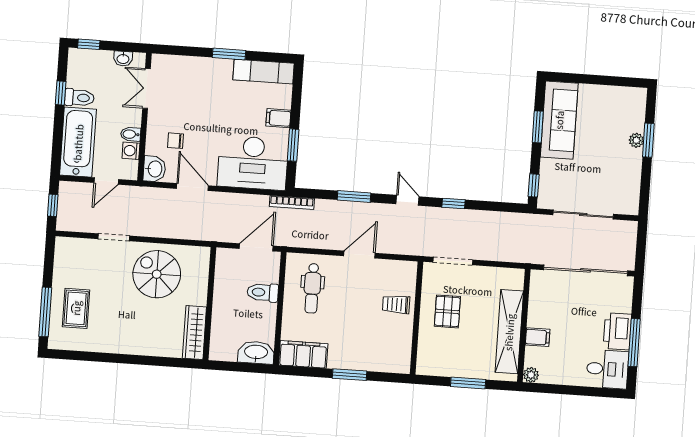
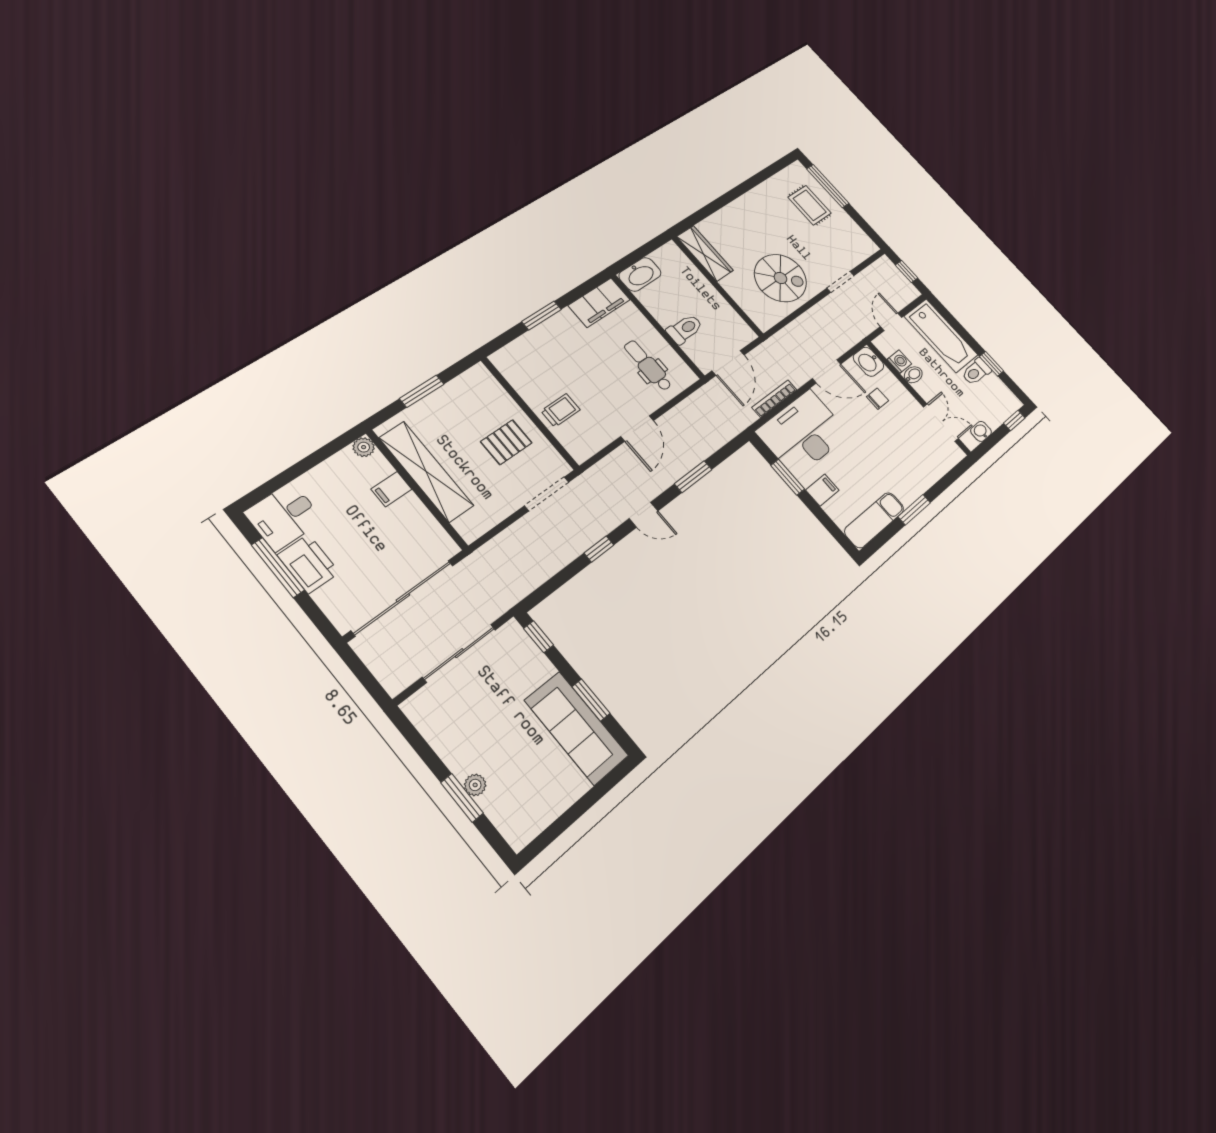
bookcase: (292, 203) -> (774, 399), moved
pallet: (447, 311) -> (506, 442), turned 90

